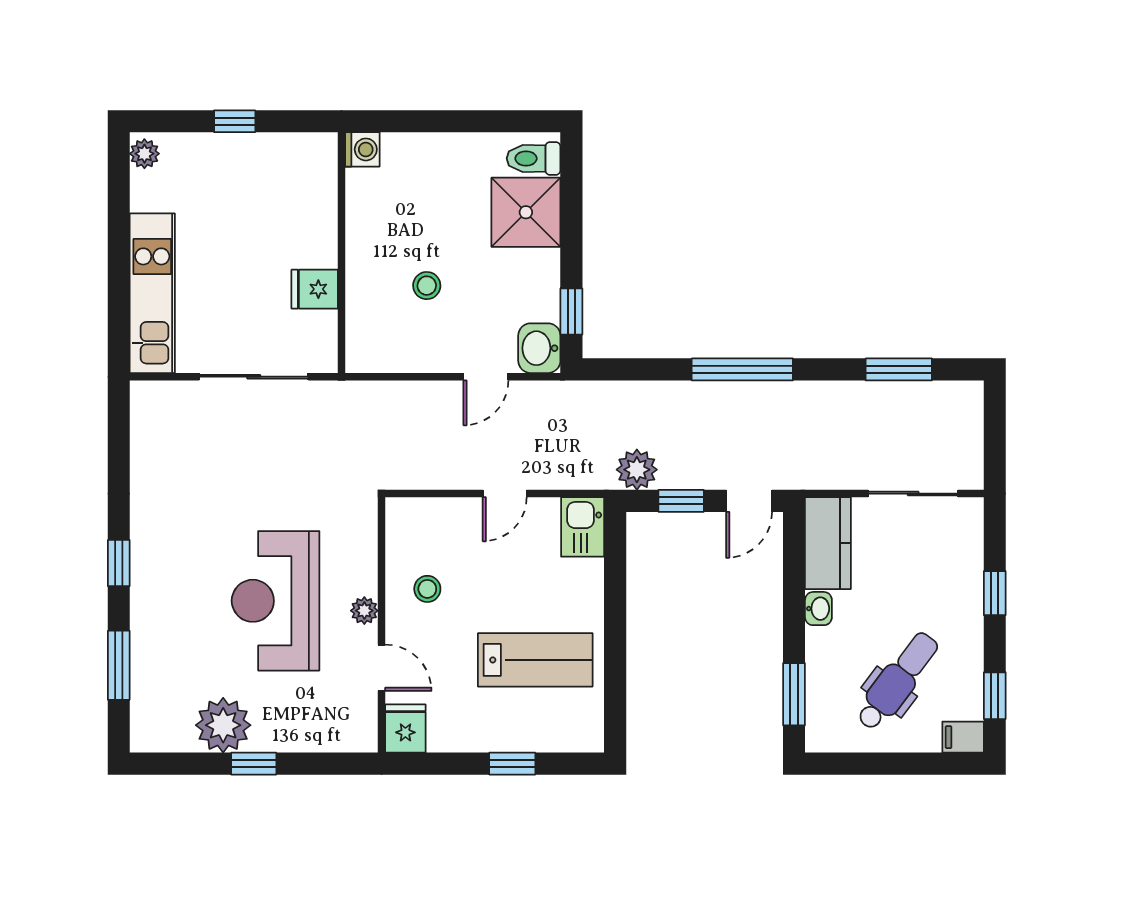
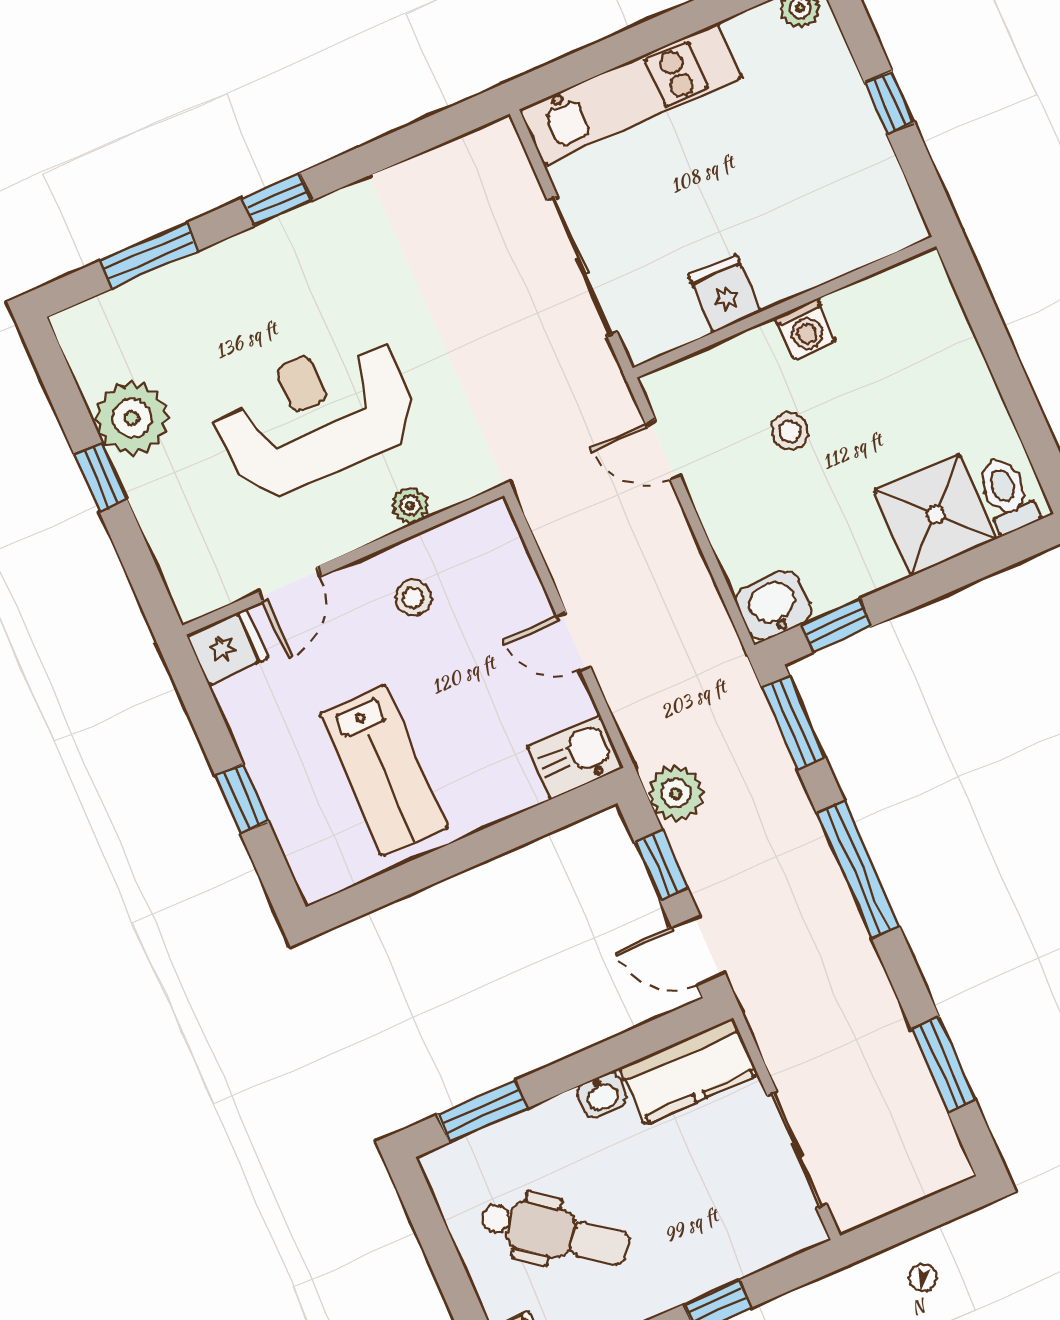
washing machine: (362, 149) -> (805, 329), moved
window: (624, 369) -> (793, 723), added
door: (486, 377) -> (663, 450), moved
plant: (364, 611) -> (410, 505), moved

